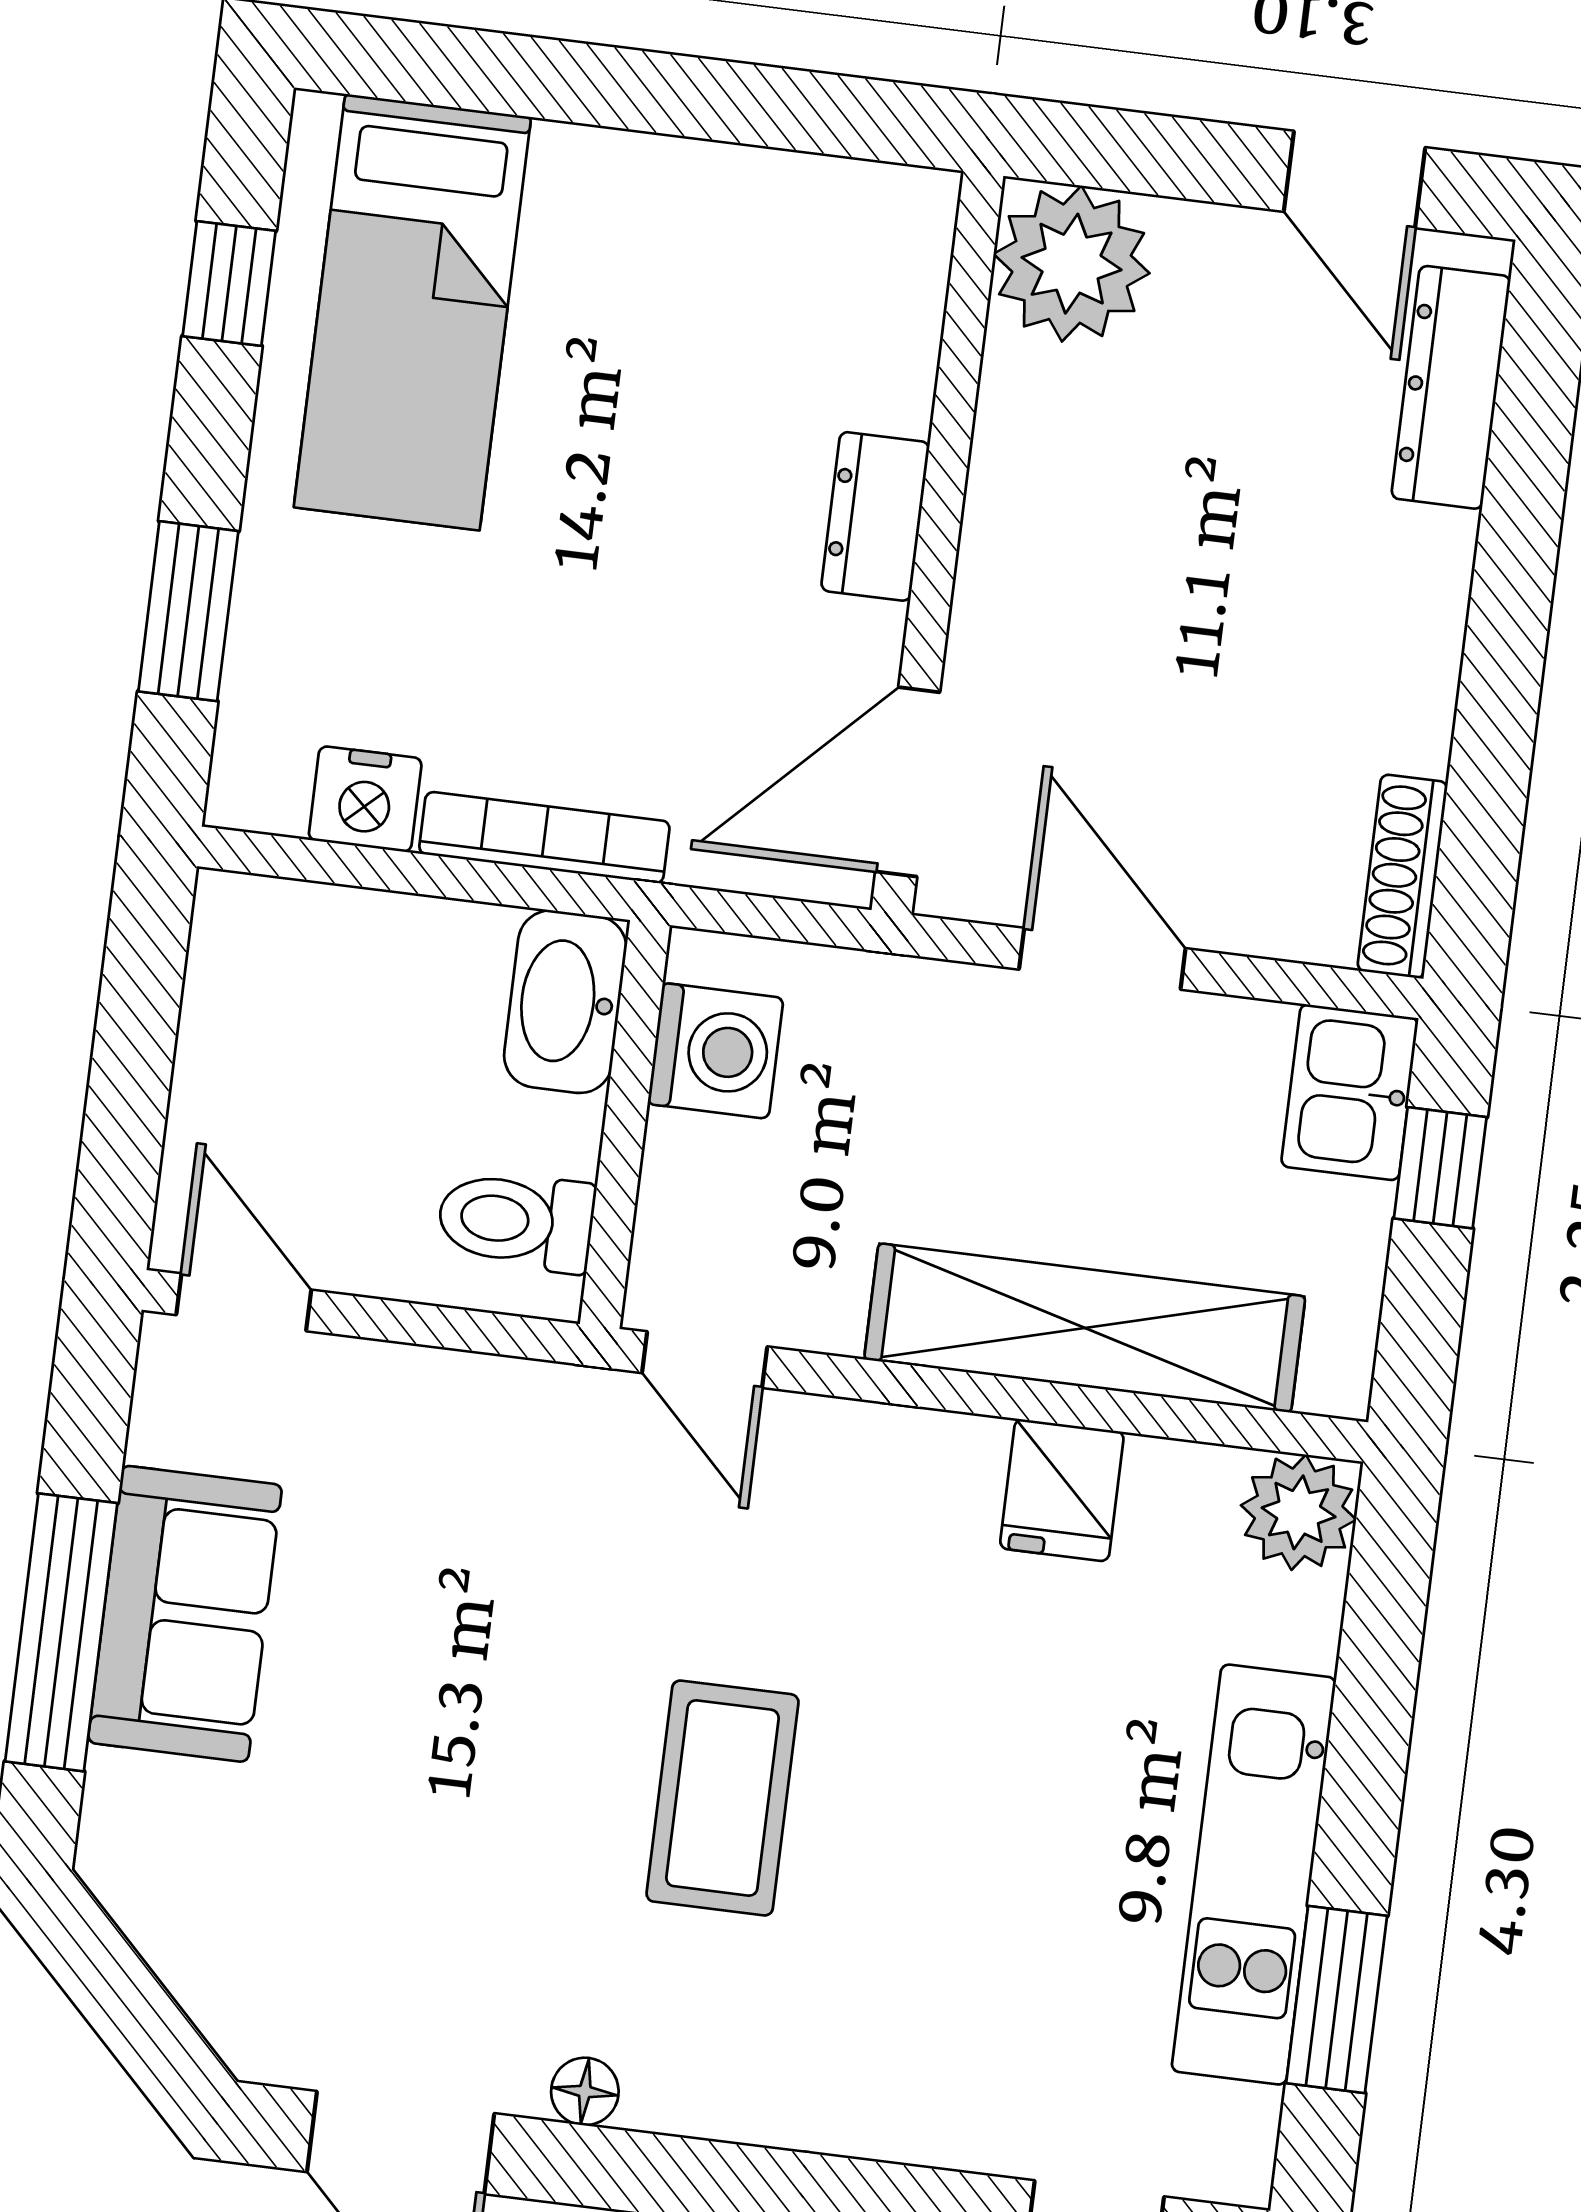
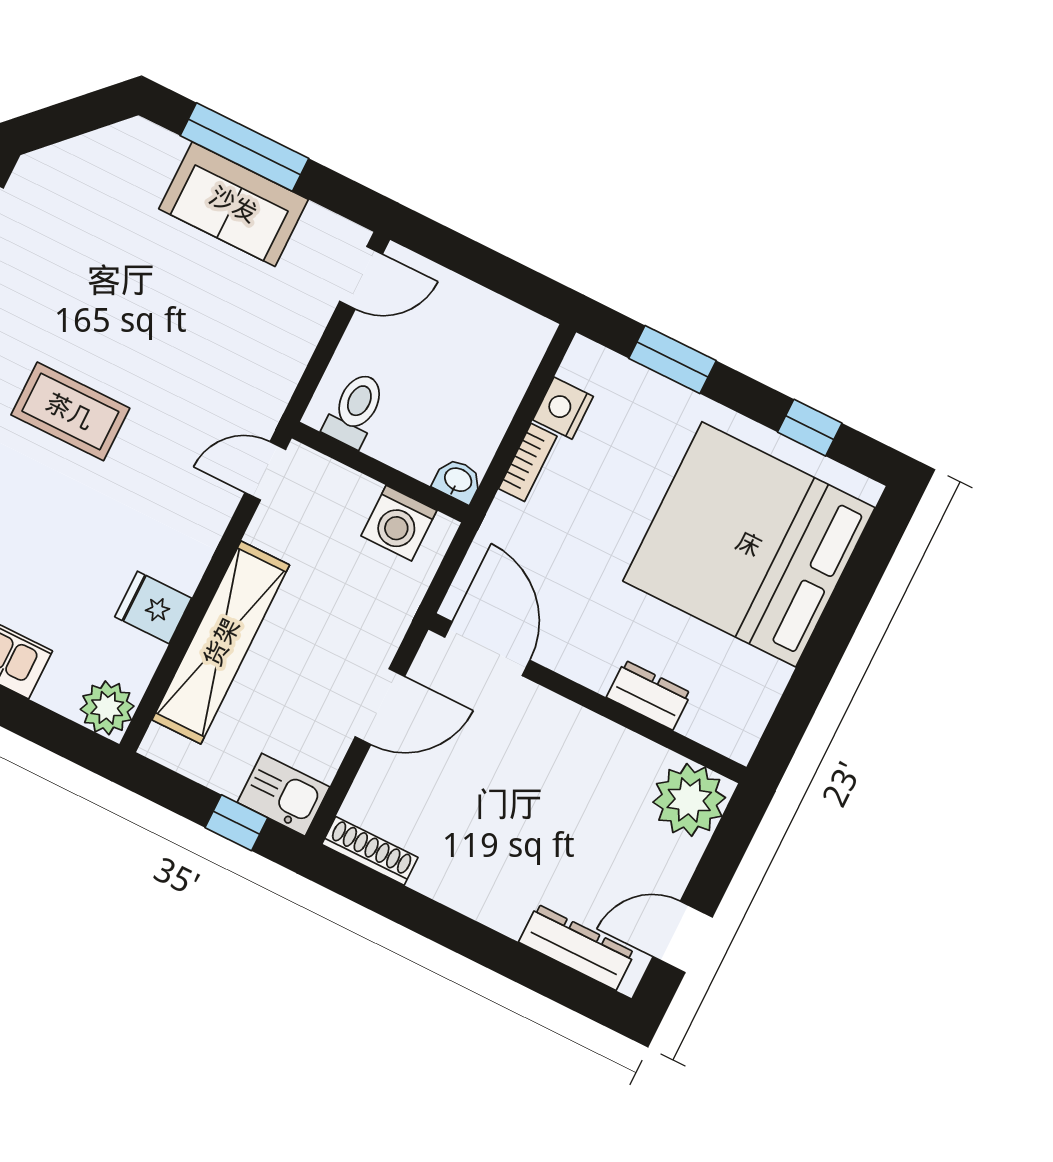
bed: (412, 312) -> (749, 544), width x2.04
dresser: (875, 516) -> (649, 695), moved
bookcase: (544, 838) -> (528, 462), width x0.64
washbasin: (565, 1002) -> (458, 481), width x0.52, depth x0.69

